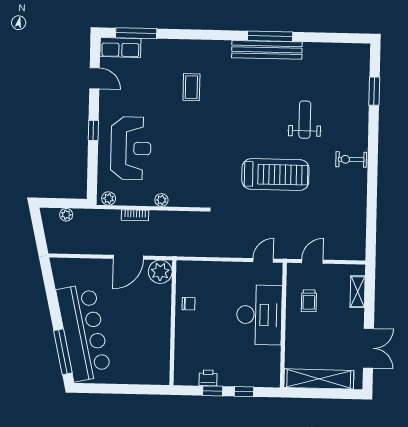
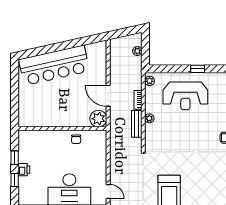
bench: (169, 218) -> (137, 124), added
window: (63, 352) -> (40, 51), removed
printer: (208, 378) -> (24, 170), moved

